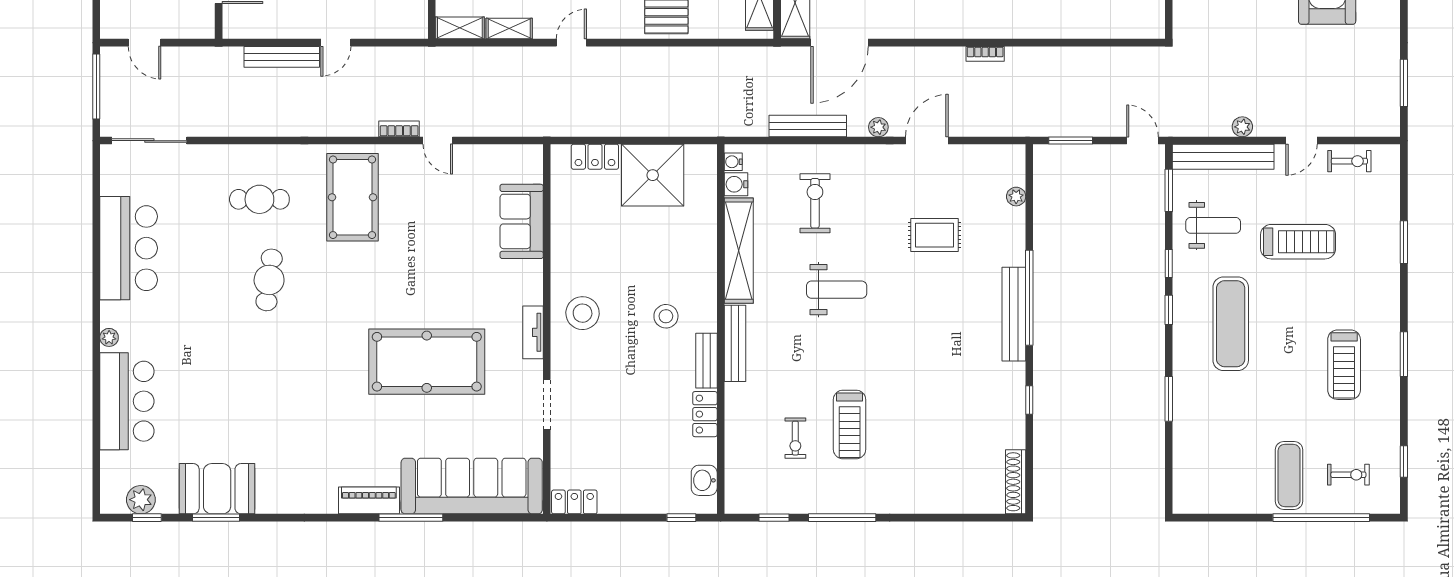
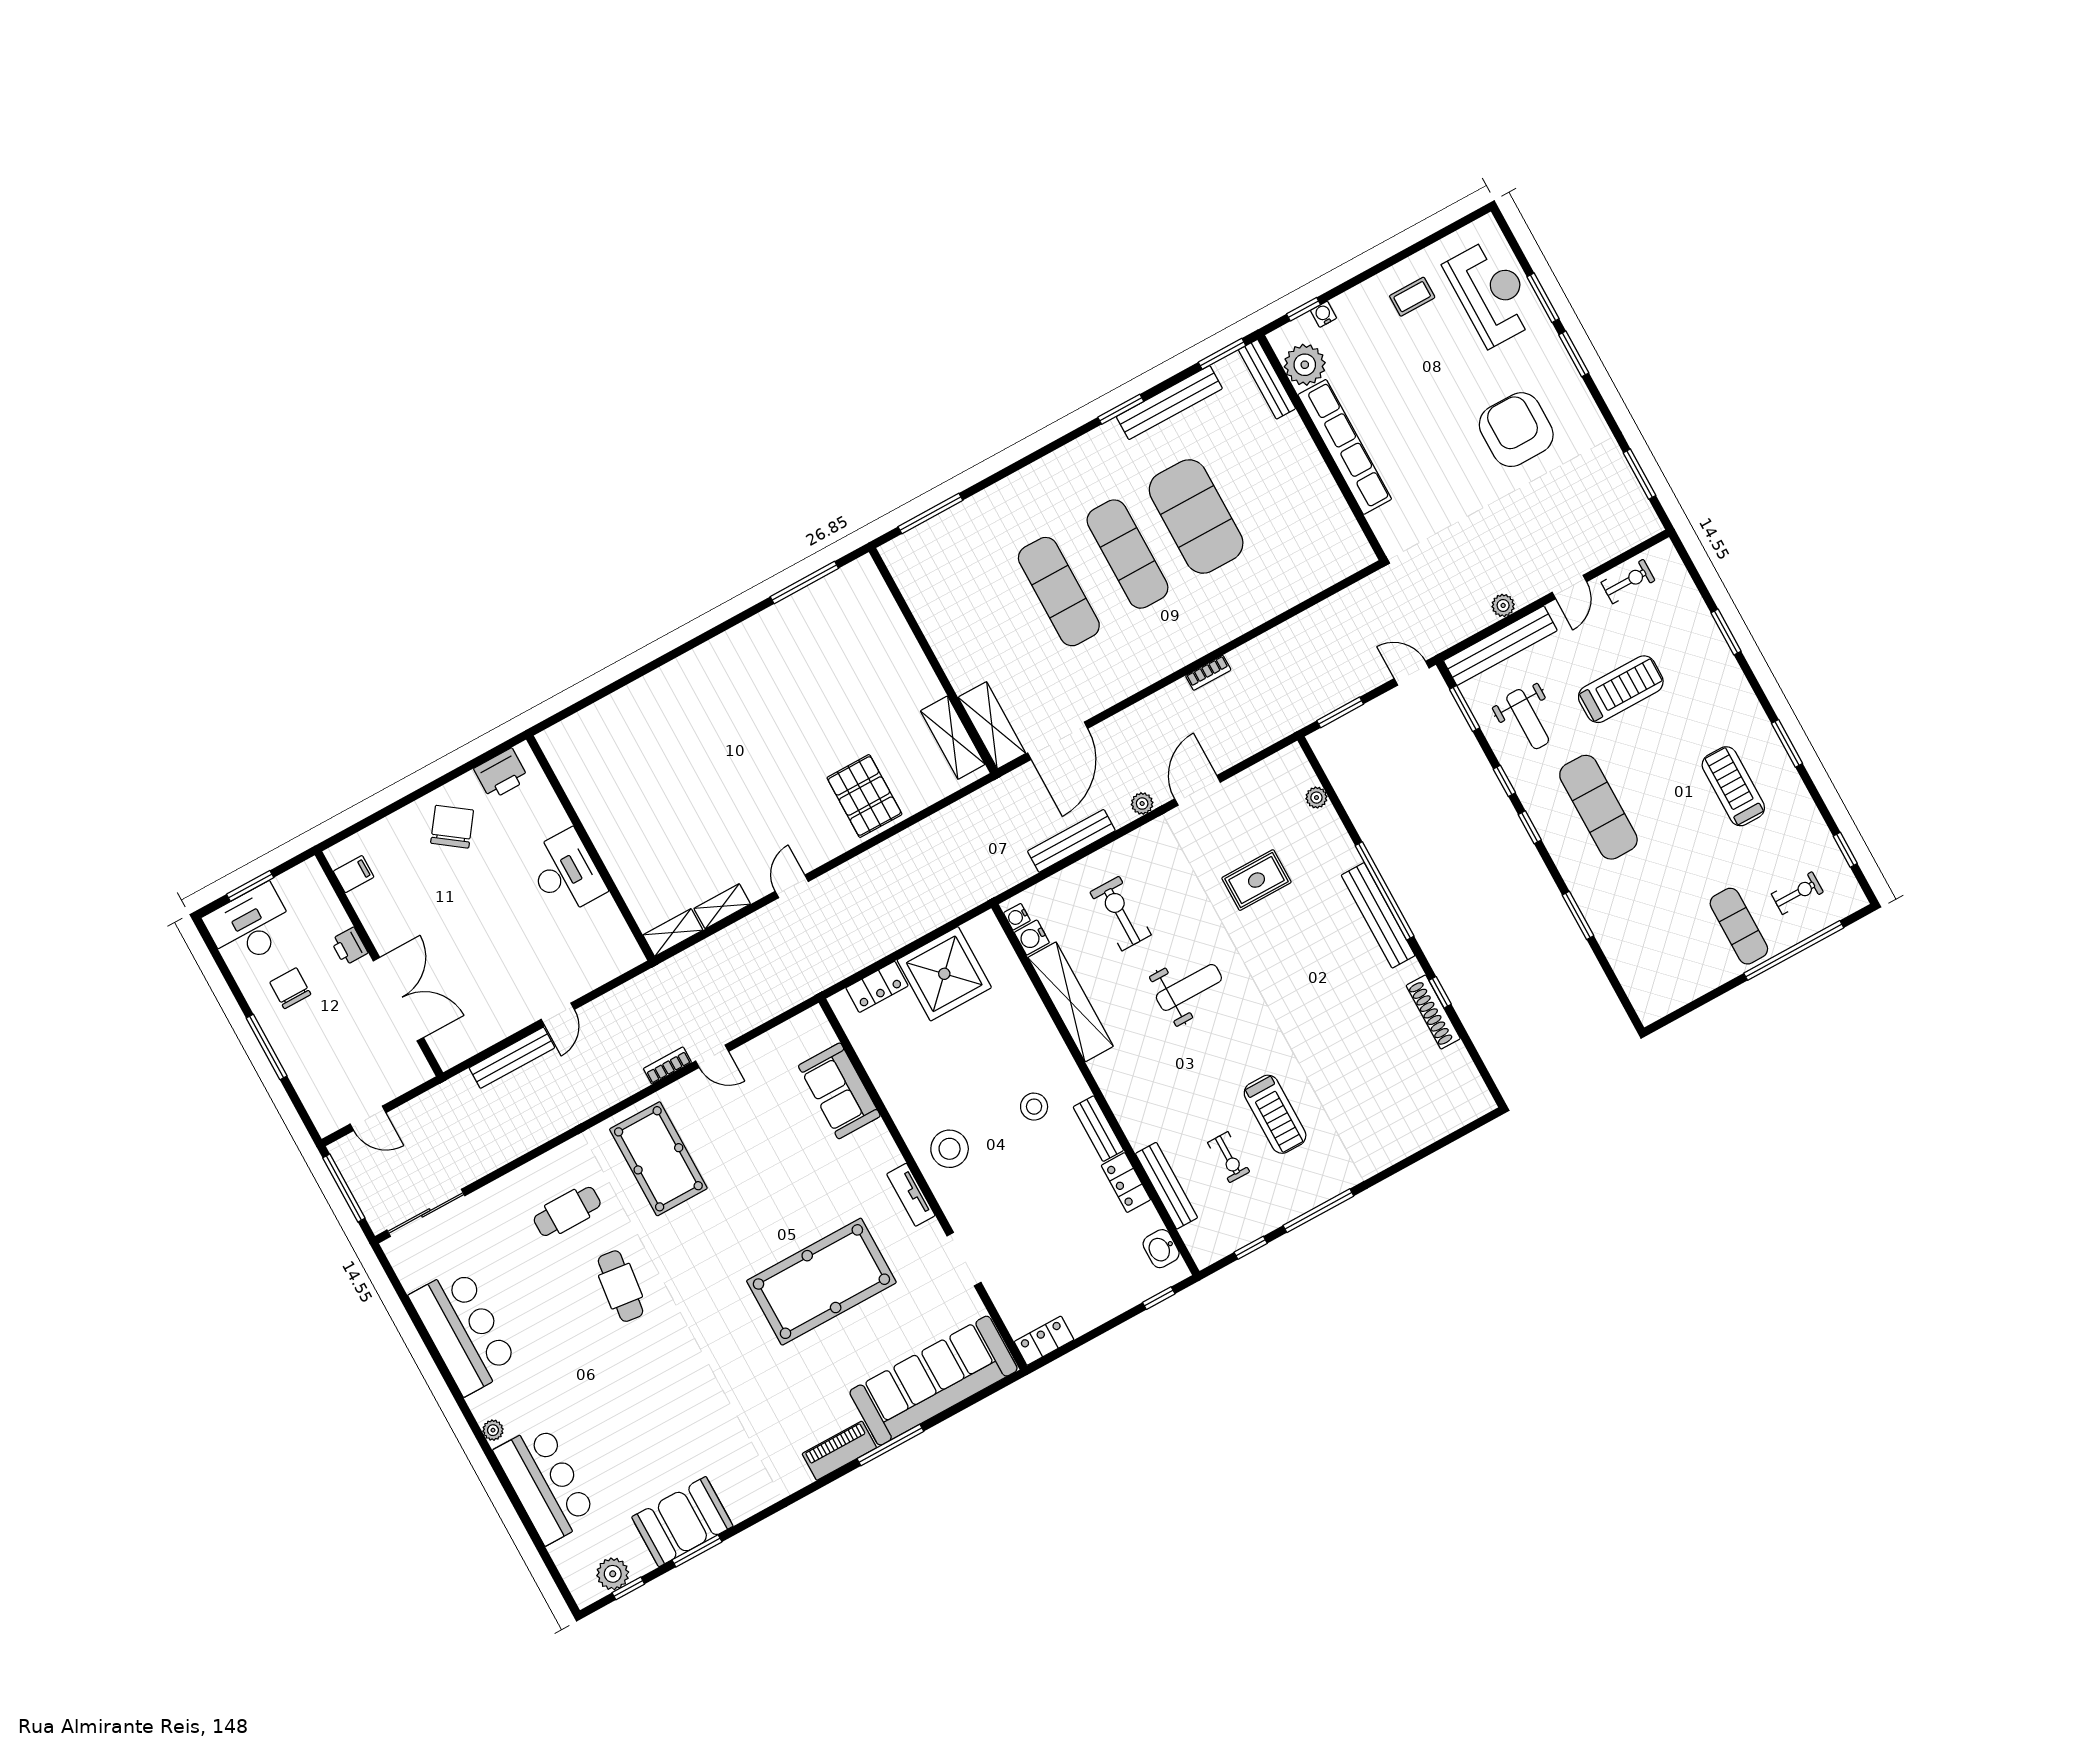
weight bench: (1213, 225) -> (1528, 719), turned 90
bench: (735, 343) -> (1166, 1186), moved
treadmill: (1344, 365) -> (1733, 786), turned 180
shoe rack: (1016, 482) -> (1433, 1012), moved

